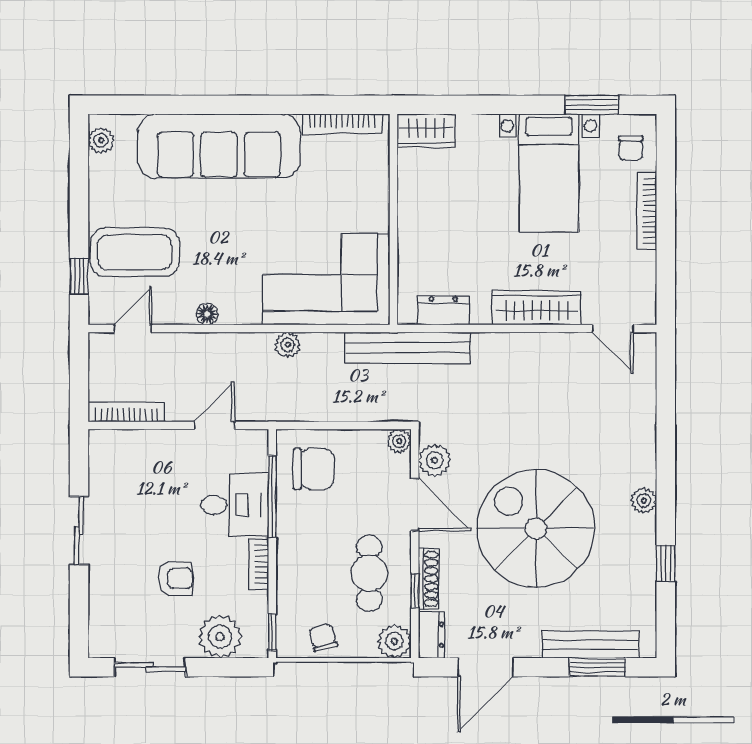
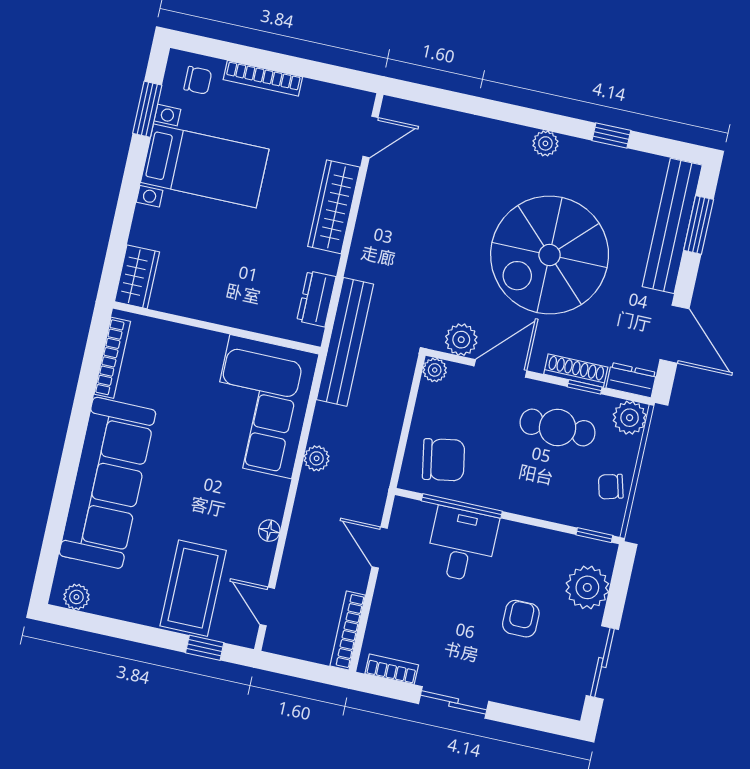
chair: (314, 469) -> (444, 460), turned 80
bookcase: (259, 564) -> (392, 669), moved, turned 180
bench: (591, 645) -> (672, 226), width x1.37, depth x1.21

